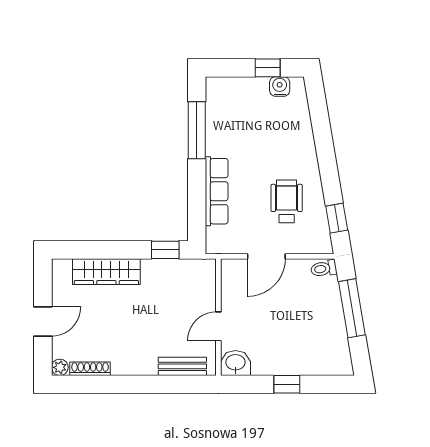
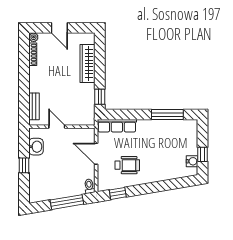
row of seats: (217, 191) -> (117, 126), moved
washbasin: (235, 363) -> (36, 147), moved

